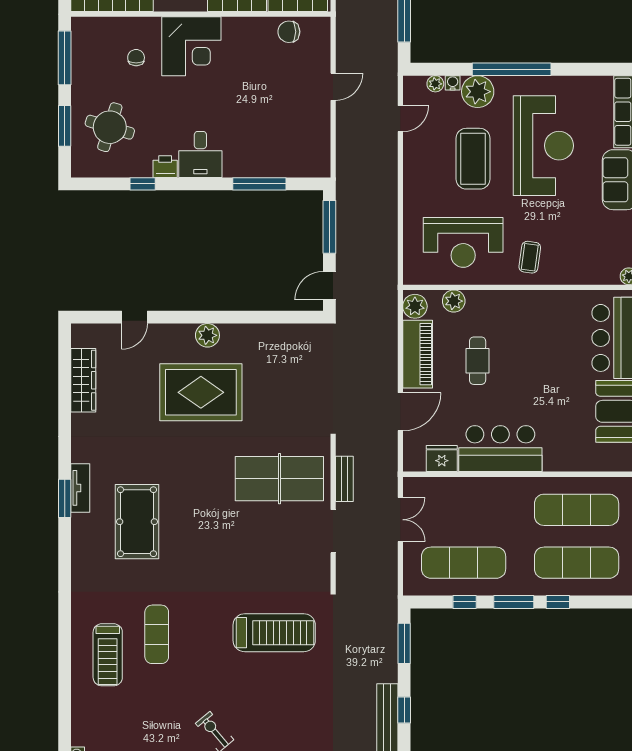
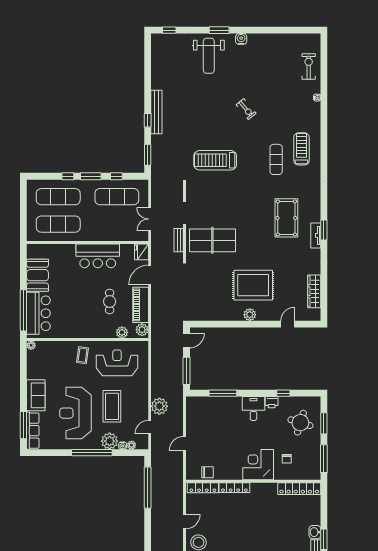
plant: (382, 159) -> (159, 406), added
fridge: (442, 459) -> (142, 252), moved, turned 90

